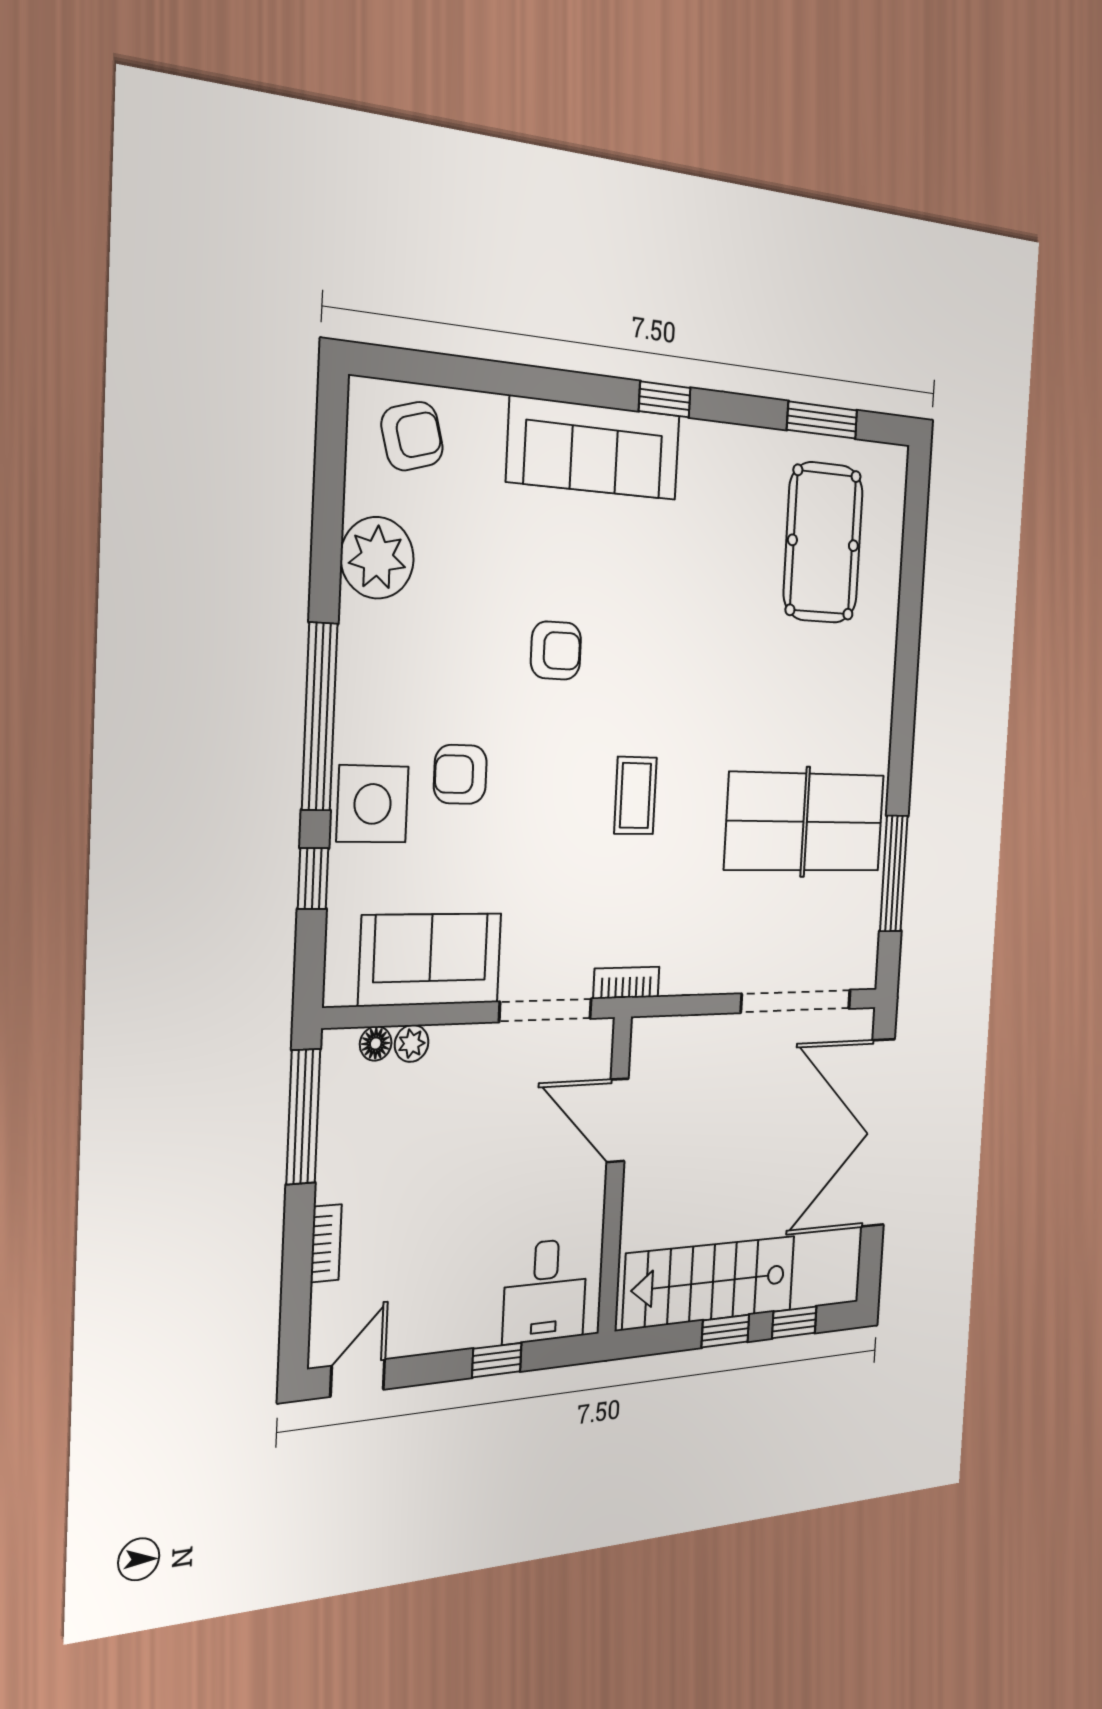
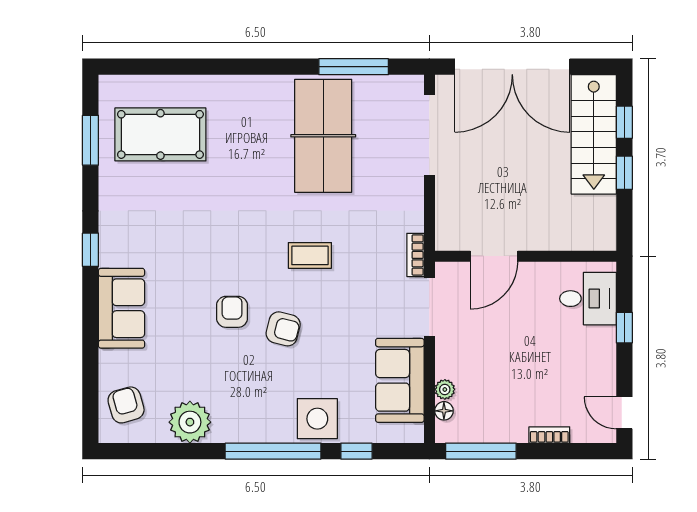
sofa: (594, 448) -> (122, 308), width x0.73
armchair: (460, 774) -> (283, 329), moved, turned -76
stairs: (710, 1282) -> (594, 134), moved

